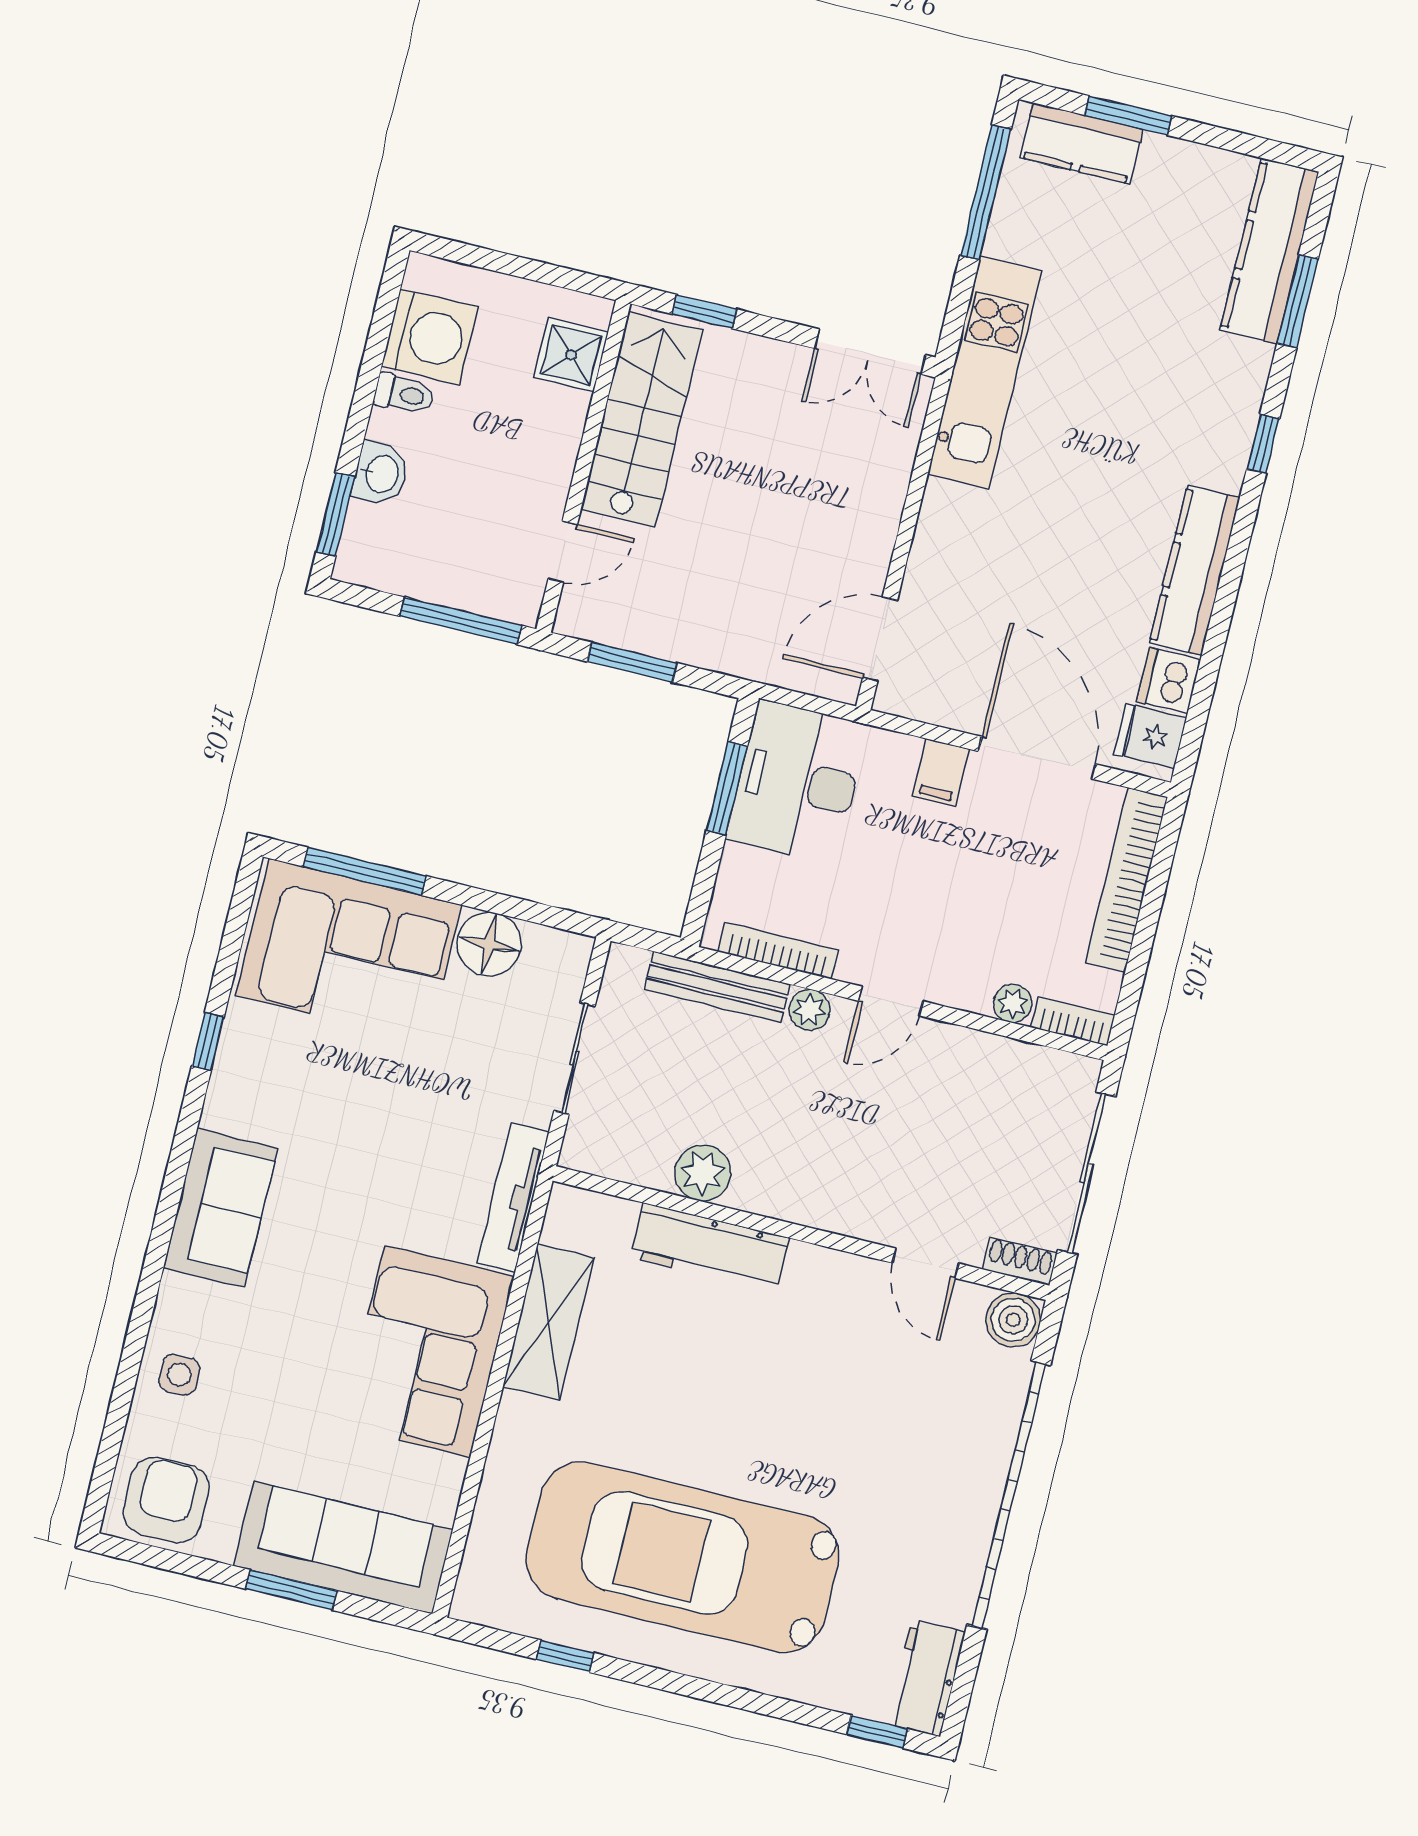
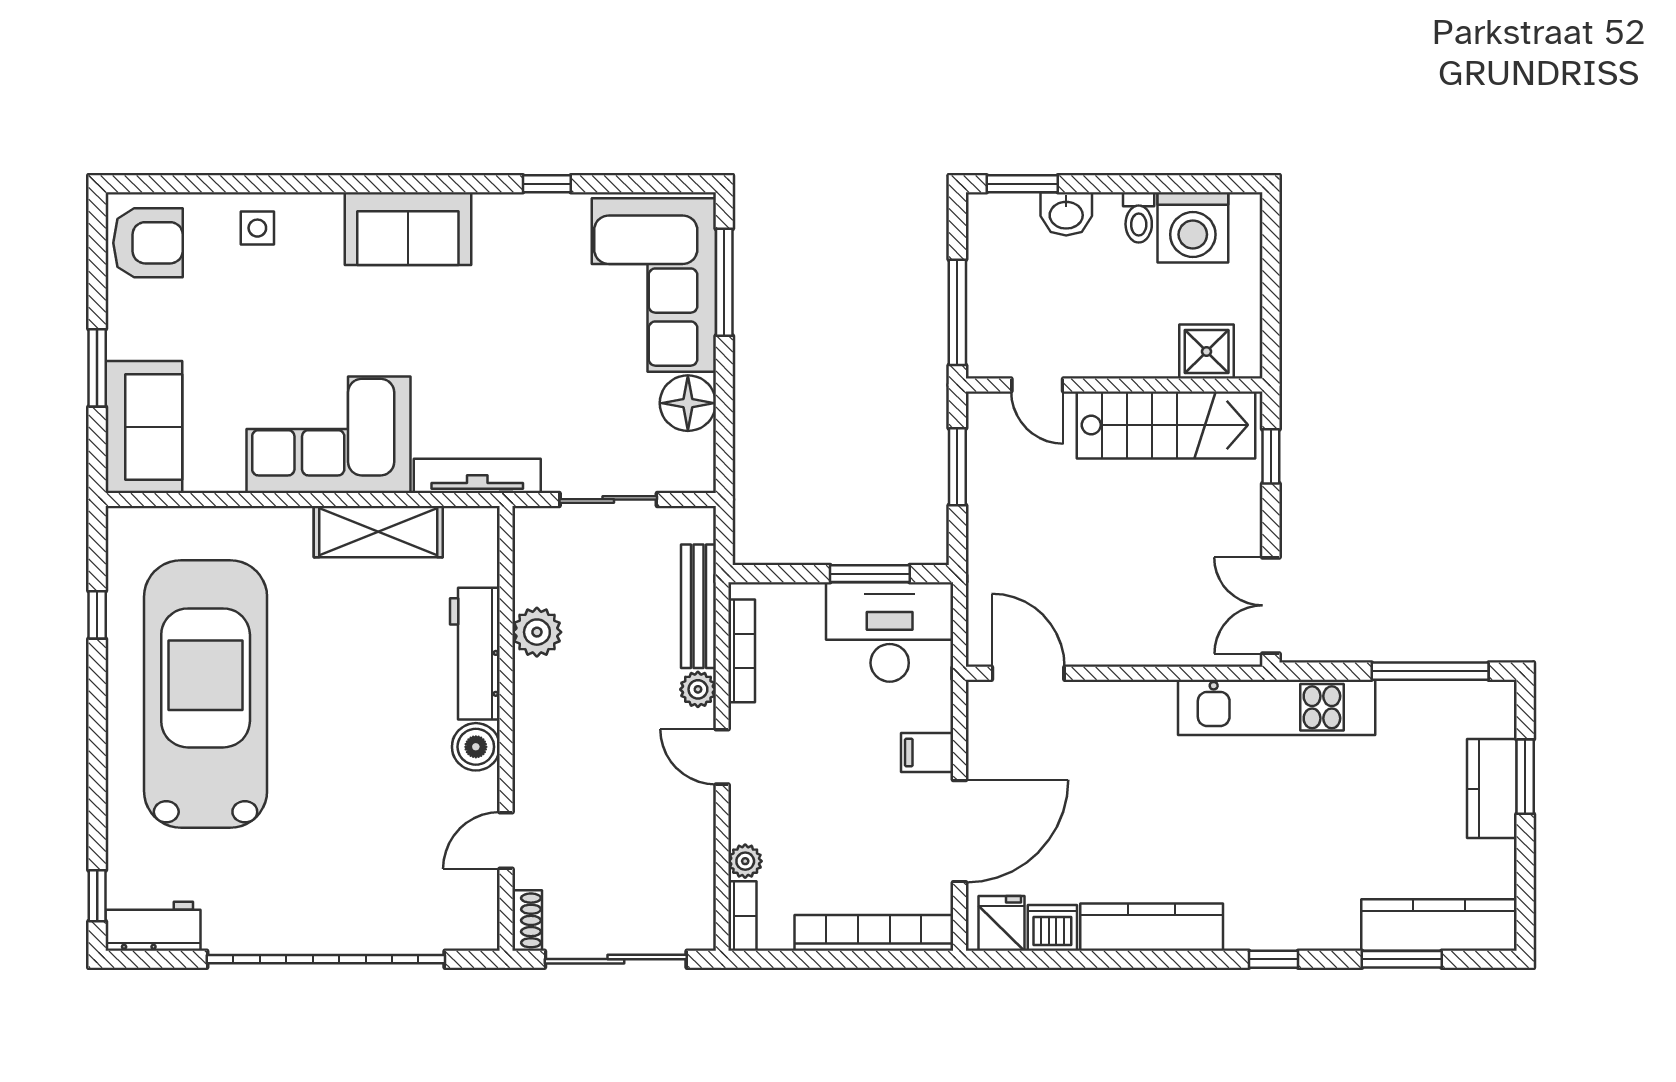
kitchen counter: (1081, 143) -> (1492, 789), moved
boiler: (1013, 1320) -> (476, 747), moved
sofa: (343, 1548) -> (144, 427), width x0.73

